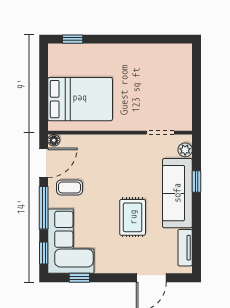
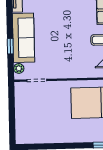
rug: (133, 217) -> (55, 20), removed

